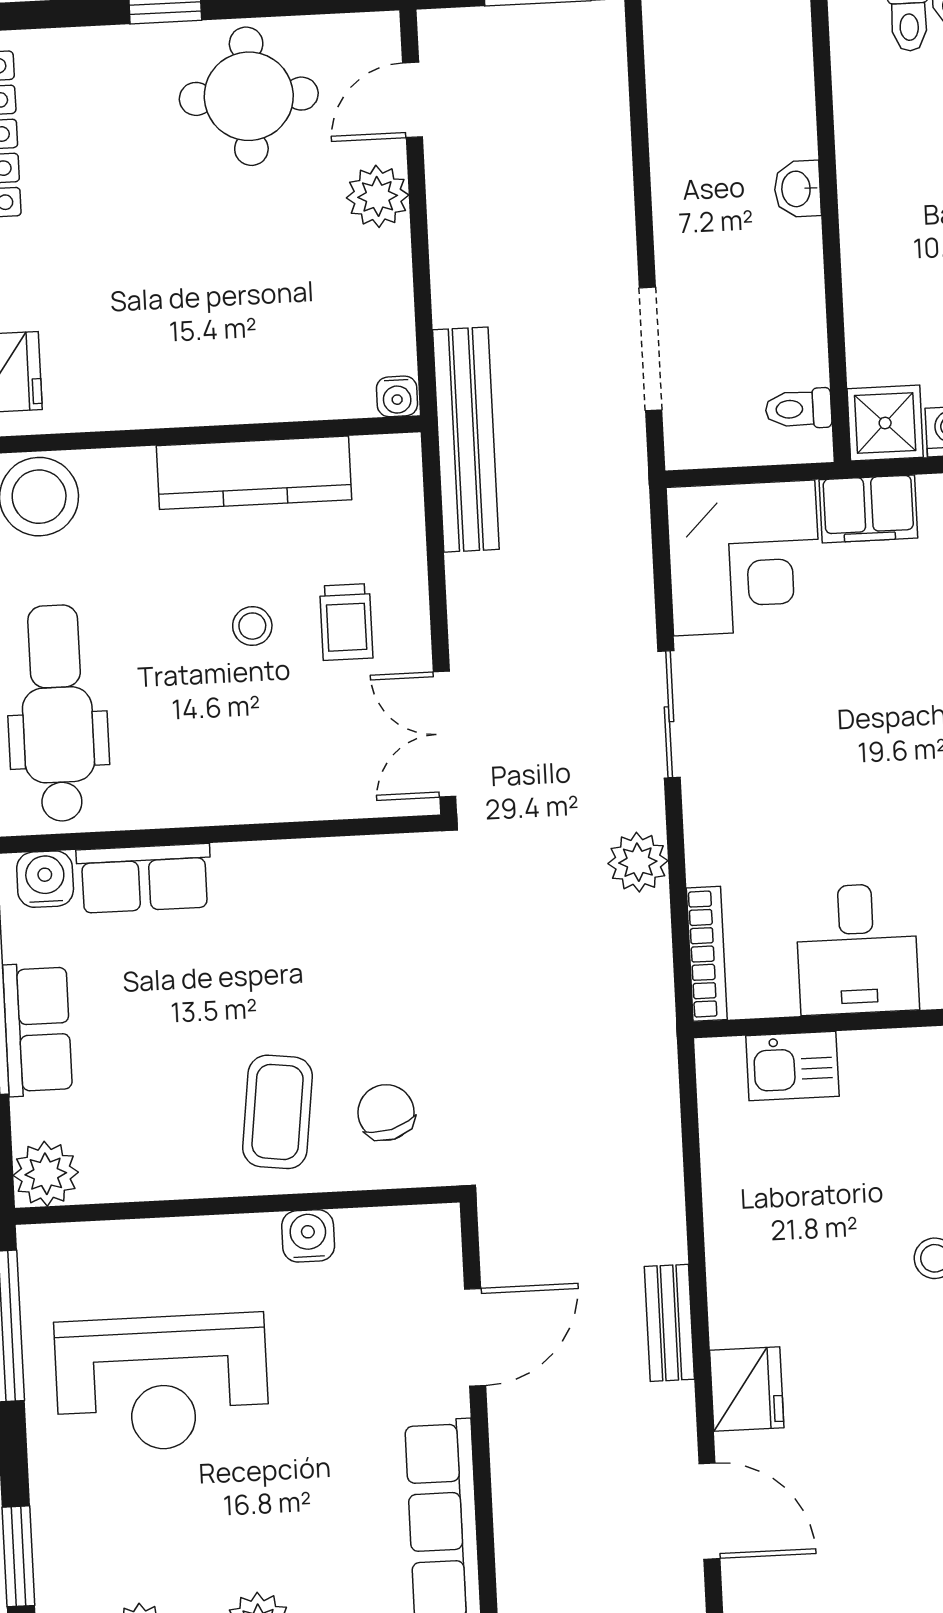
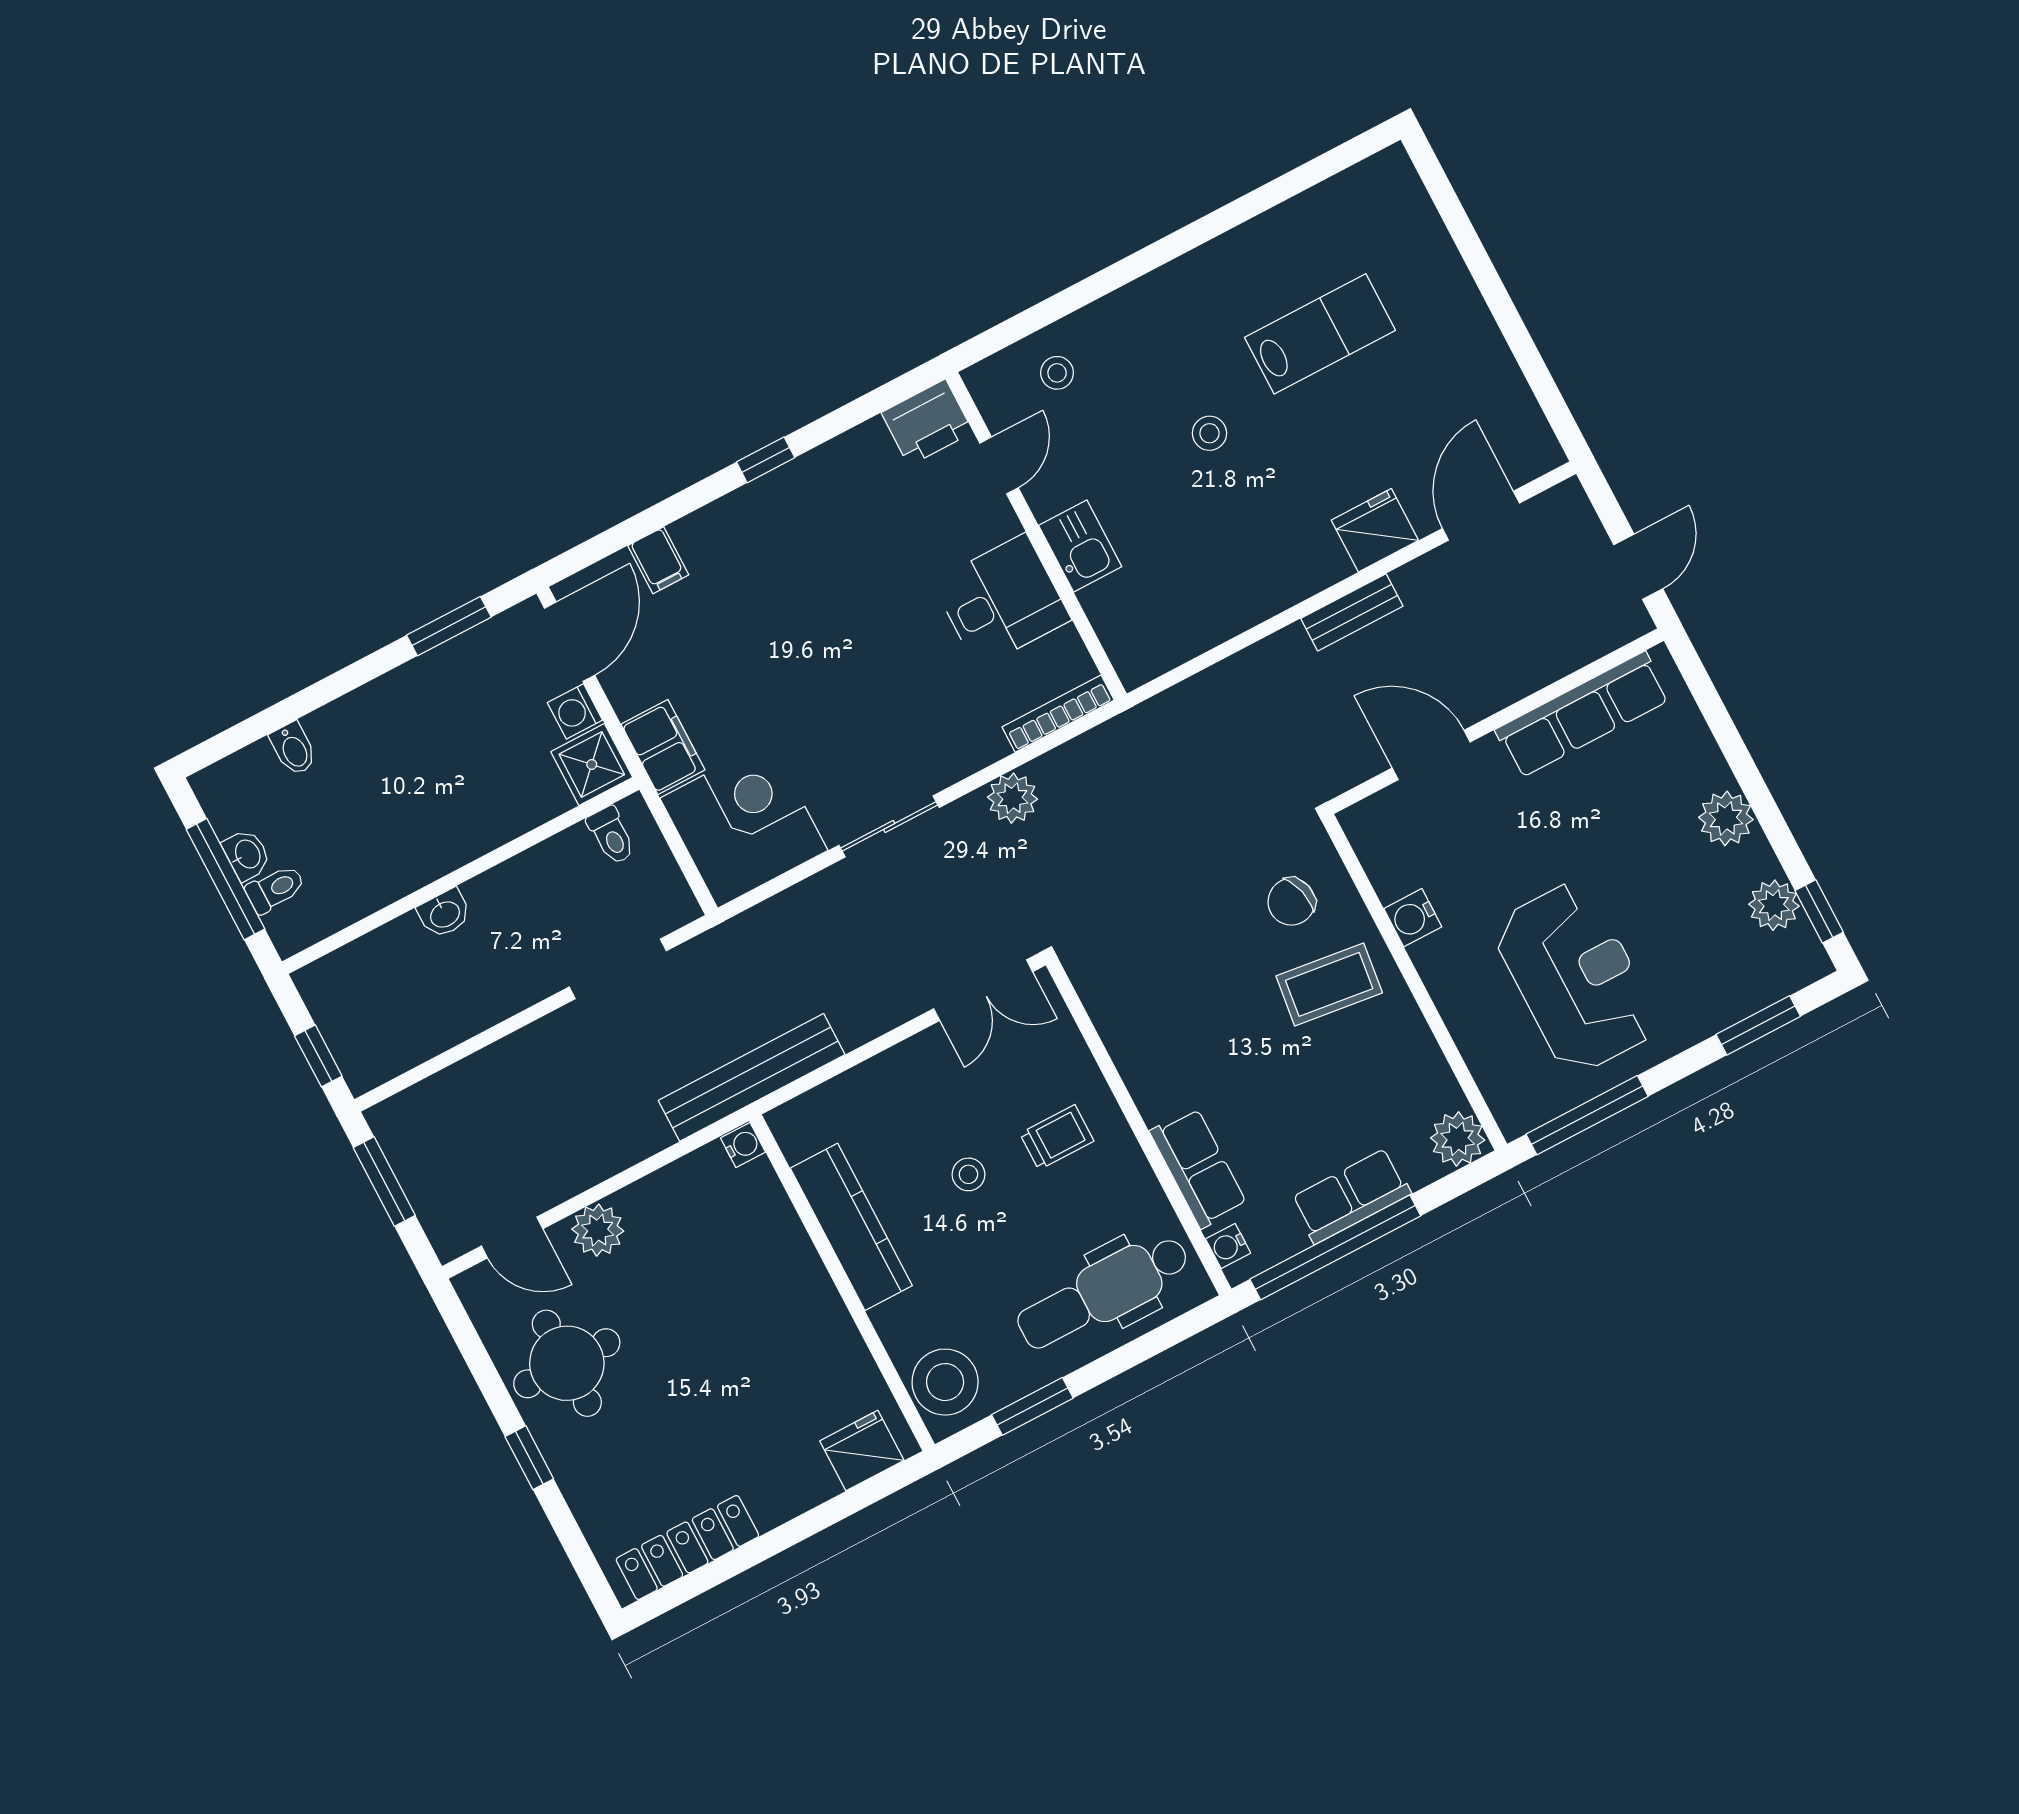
trolley: (346, 622) -> (1057, 1137), moved
water cooler: (45, 879) -> (1228, 1246), width x0.72, depth x0.72
kitchen sink: (792, 1066) -> (1080, 546), moved

